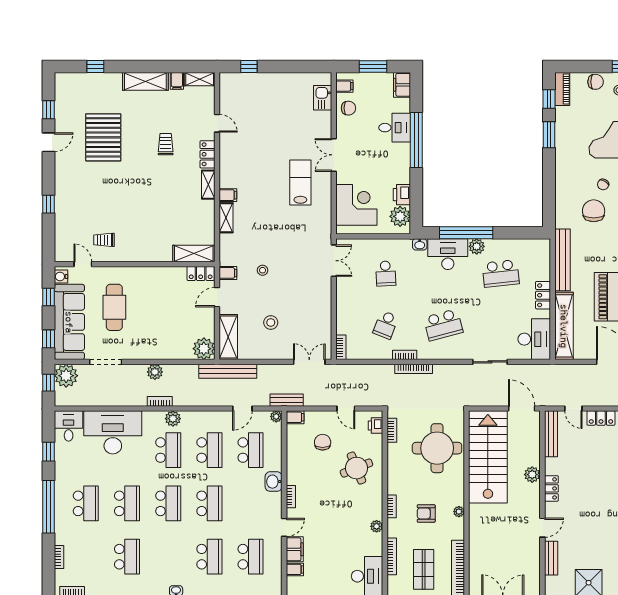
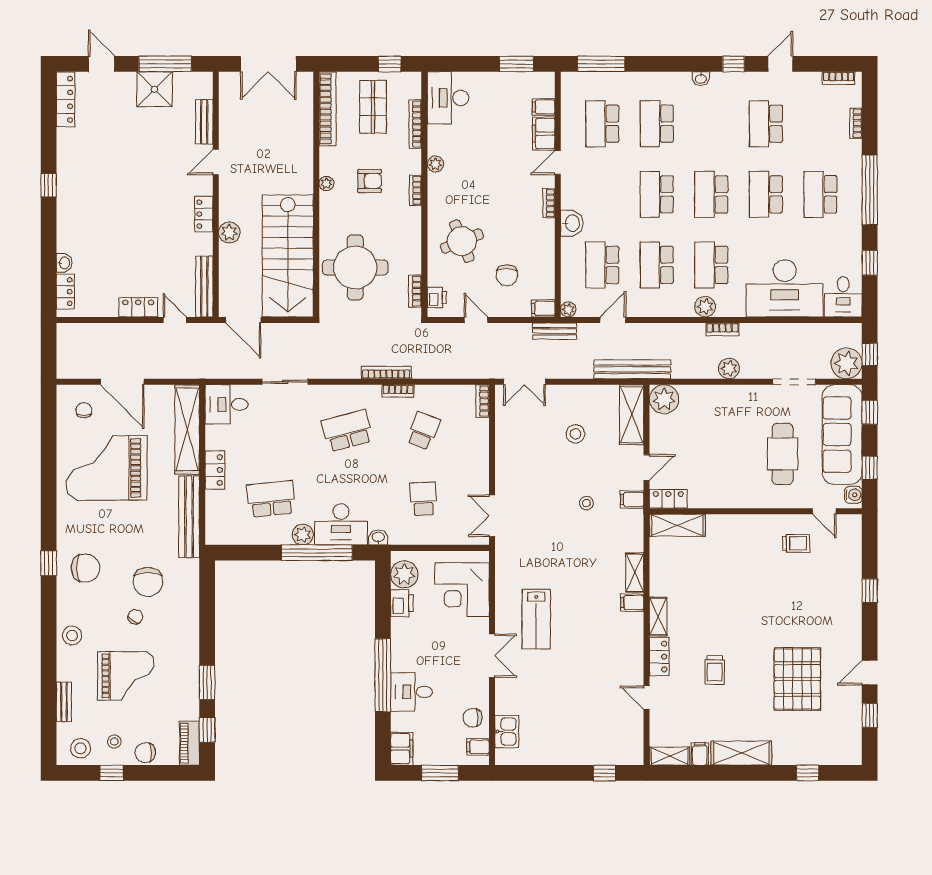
desk: (534, 339) -> (226, 404), width x0.73

